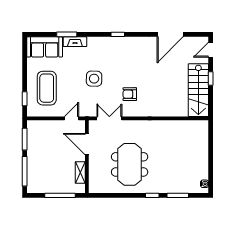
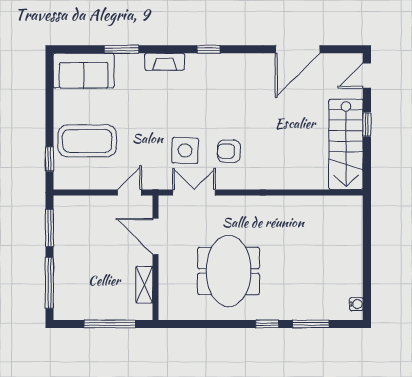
fireplace: (75, 42) -> (165, 62), moved
side table: (94, 79) -> (185, 150), moved
coffee table: (47, 88) -> (87, 141), turned 90

